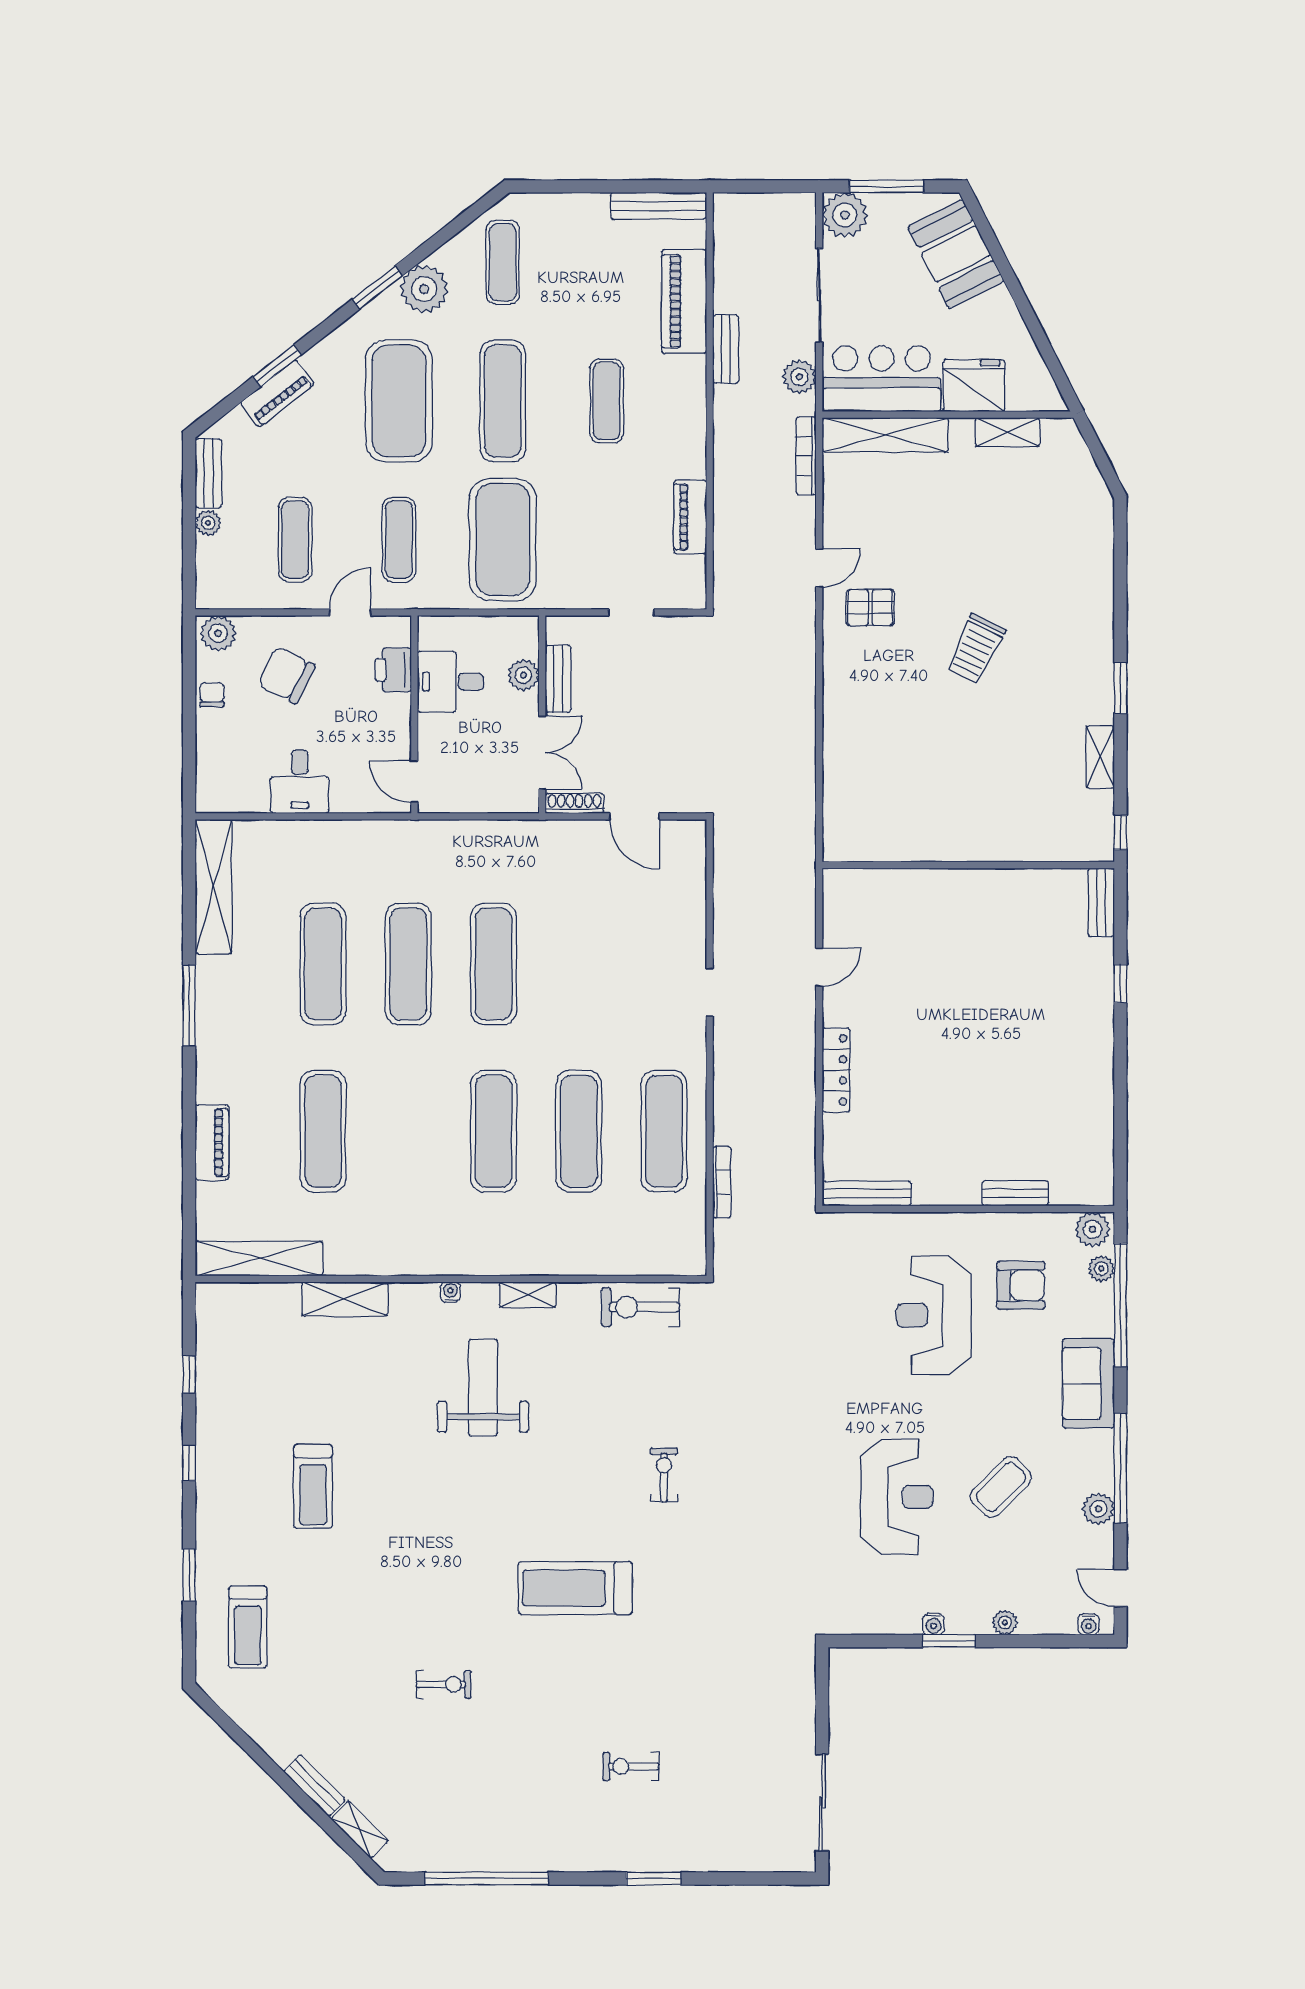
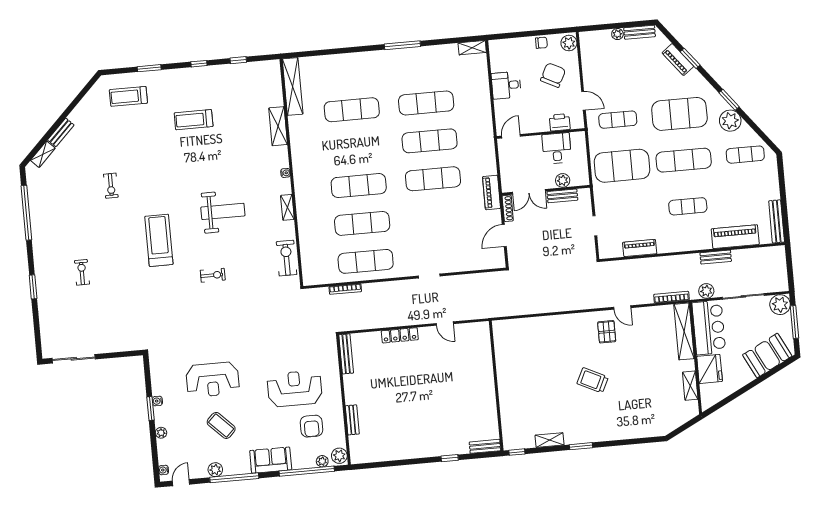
exercise mat: (295, 540) -> (614, 73), removed
shelving: (214, 887) -> (472, 48), width x0.45, depth x0.75
piano: (212, 1142) -> (492, 192), moved, turned 90
weight bench: (483, 1388) -> (223, 211), moved

